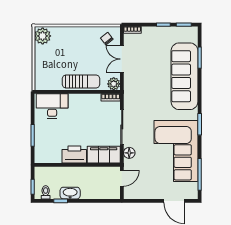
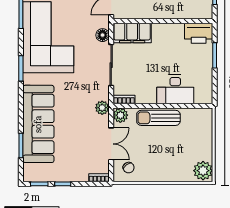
plant: (130, 90) -> (102, 108), added
desk: (52, 106) -> (175, 89), moved
printer: (74, 155) -> (199, 33), moved

